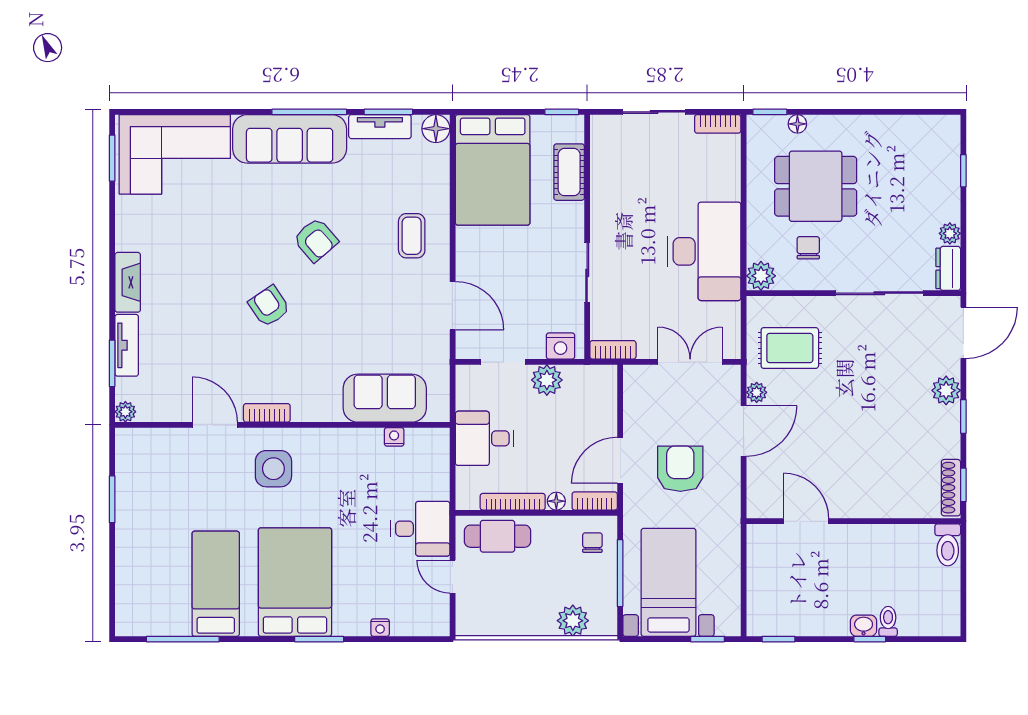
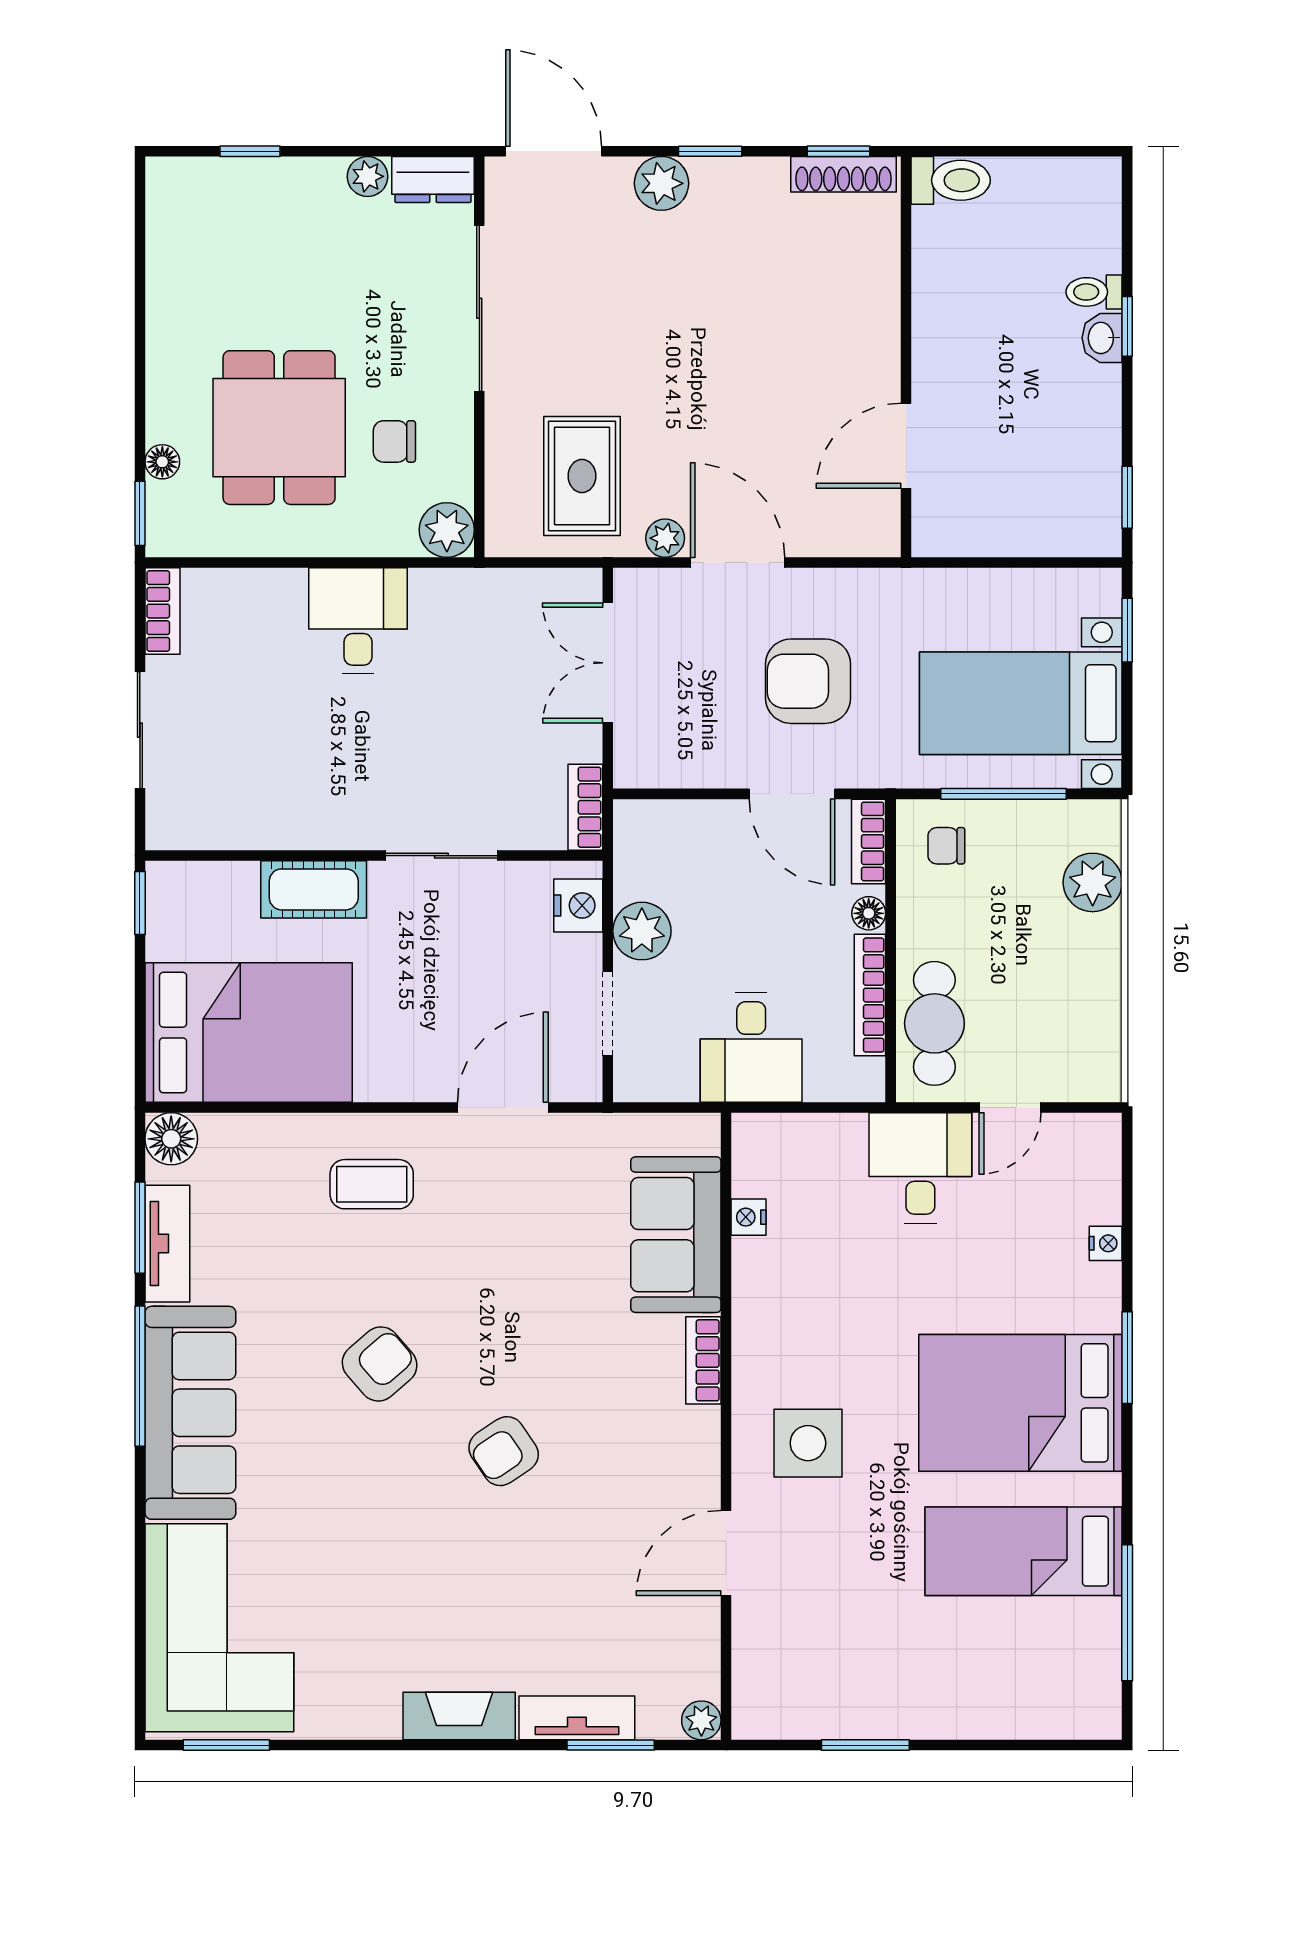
cot: (569, 172) -> (314, 889), moved
desk: (704, 251) -> (358, 621), width x0.53, depth x0.77
bookcase: (267, 413) -> (703, 1360), moved

